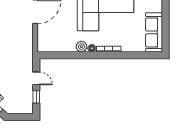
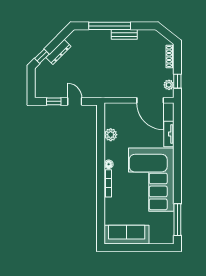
plant: (81, 47) -> (111, 135), moved
door: (36, 78) -> (75, 101), swing flipped

